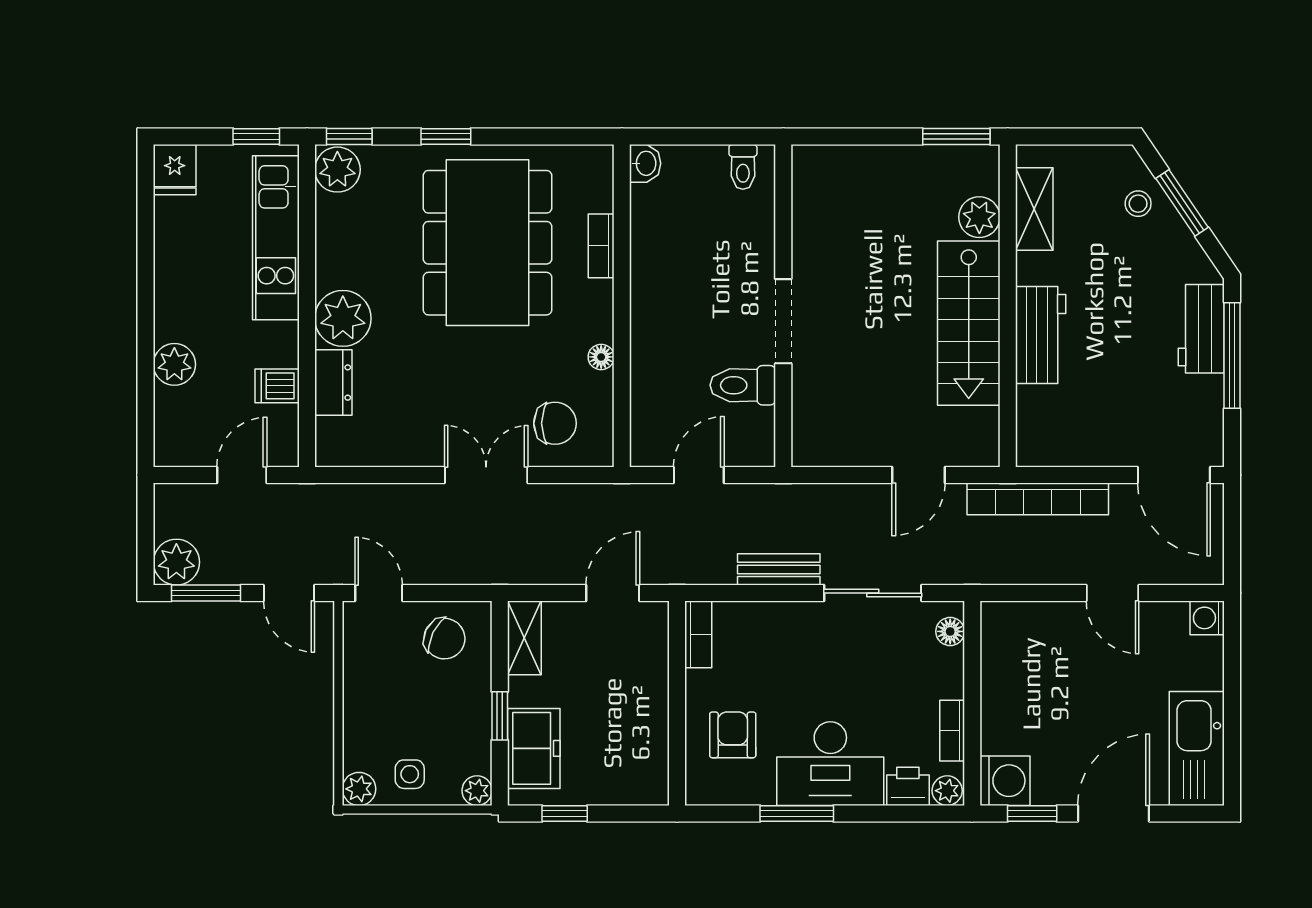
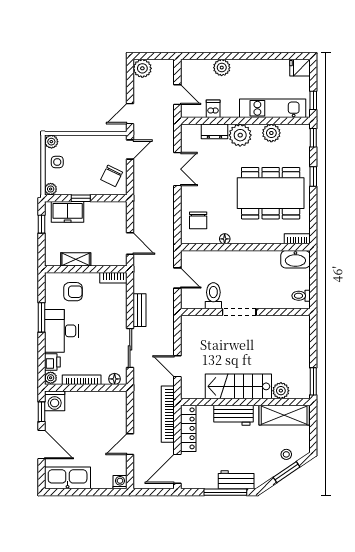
washbasin: (645, 163) -> (295, 259), width x1.91, depth x1.45
plant: (337, 170) -> (271, 133), moved
shelving: (1034, 209) -> (284, 415), width x1.50, depth x1.33
bookcase: (601, 246) -> (297, 239), moved
locker: (1073, 448) -> (188, 428), added
double door: (486, 475) -> (177, 169), moved
window: (206, 593) -> (130, 80), removed
shelving: (524, 638) -> (76, 259), moved
bookcase: (952, 731) -> (82, 380), width x1.56

